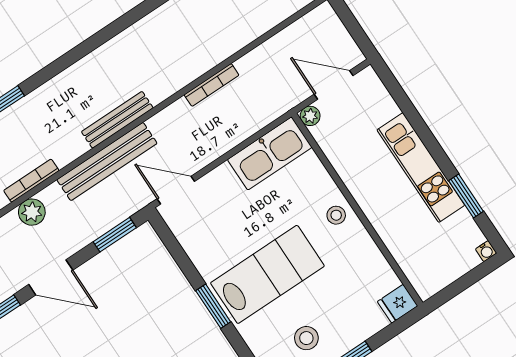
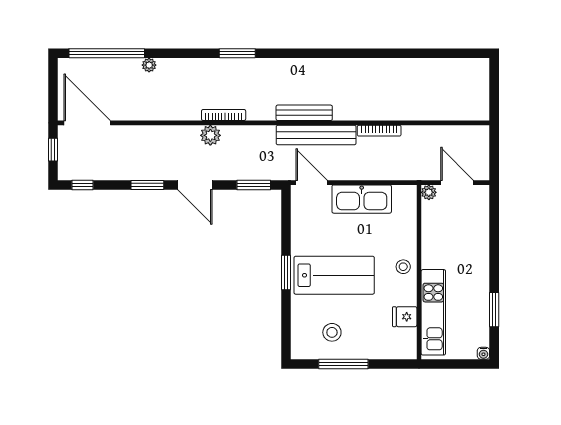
kitchen sink: (270, 153) -> (362, 199), moved
bench: (107, 162) -> (316, 135), moved
kitchen unit: (421, 168) -> (433, 312), moved, turned 180
fridge: (398, 304) -> (405, 317), moved

